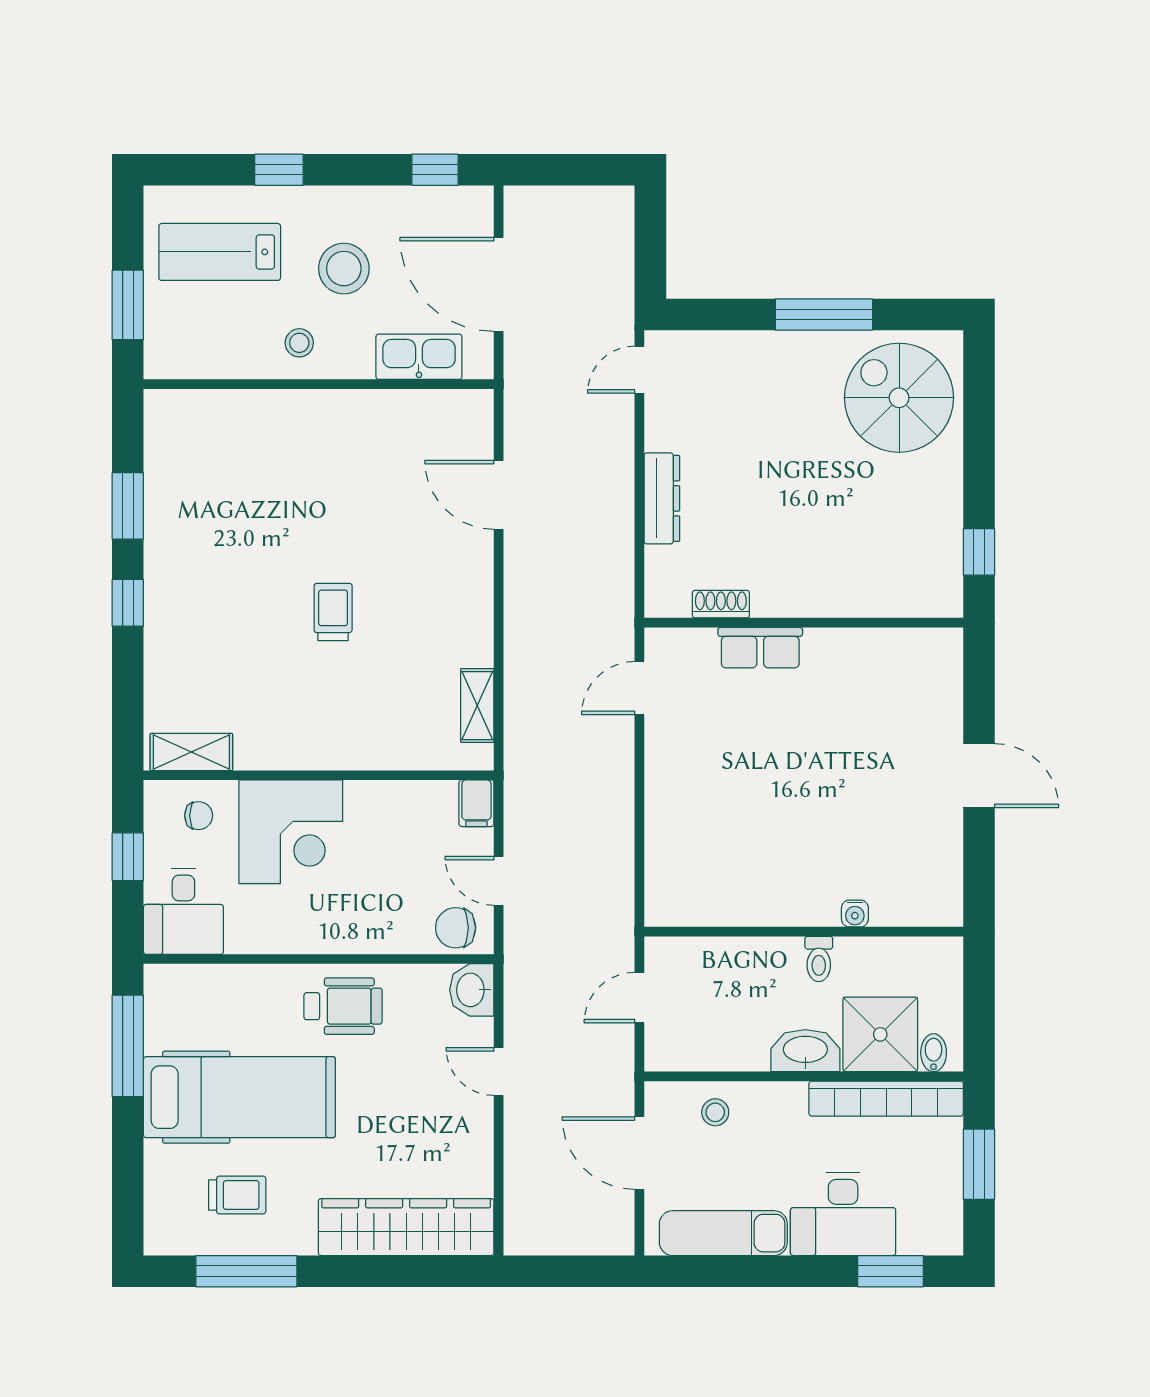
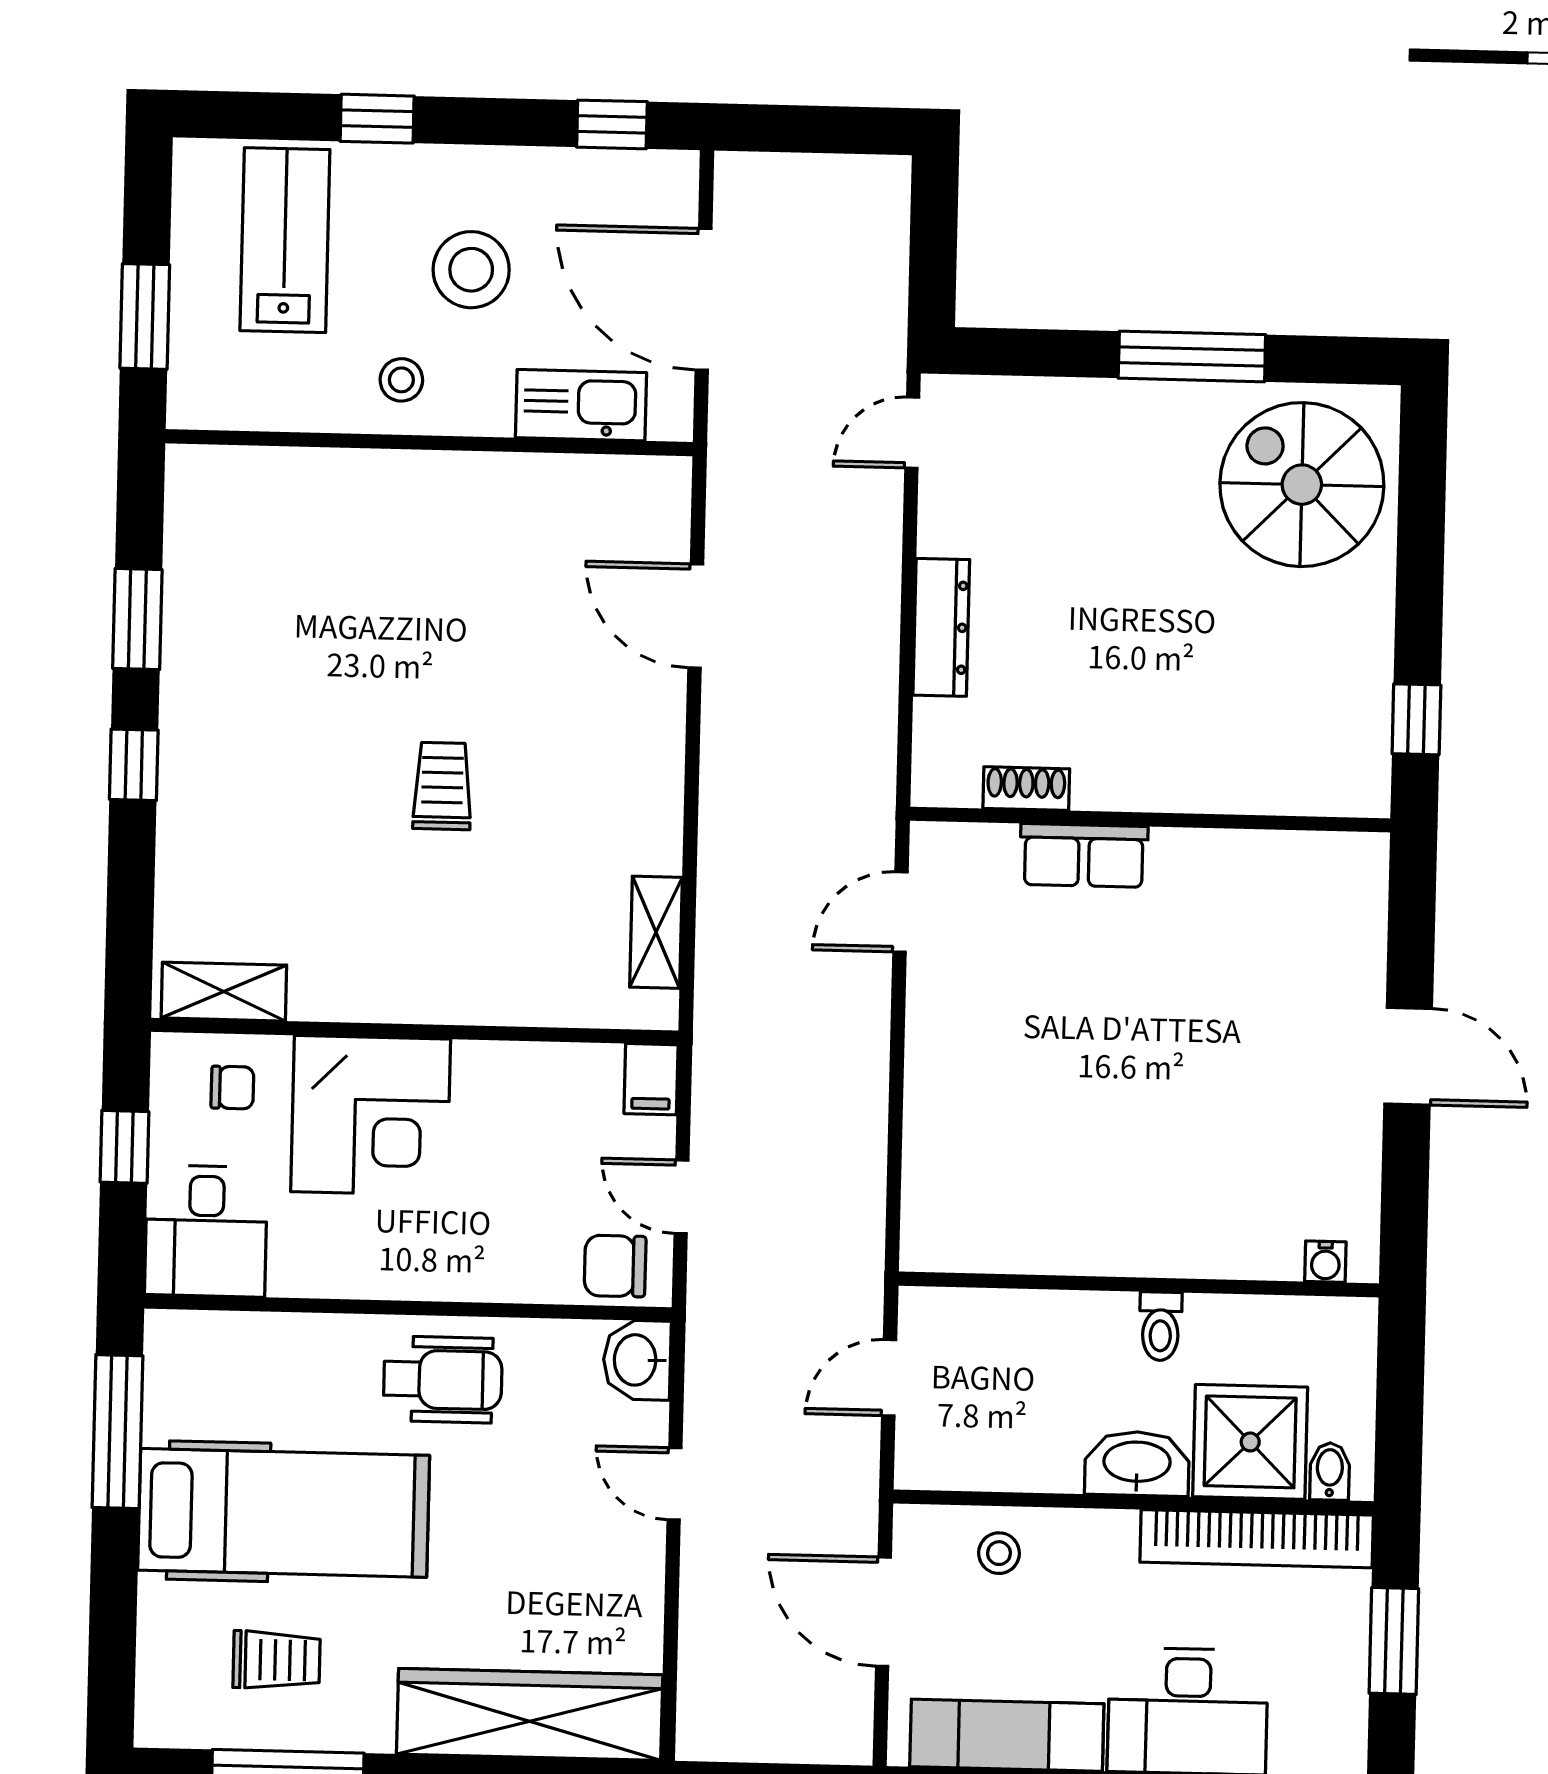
lab bench: (220, 252) -> (285, 240), turned 90
water cooler: (855, 914) -> (1325, 1262), moved

